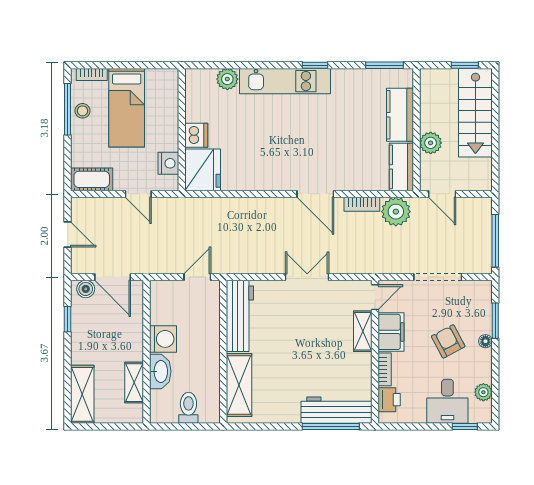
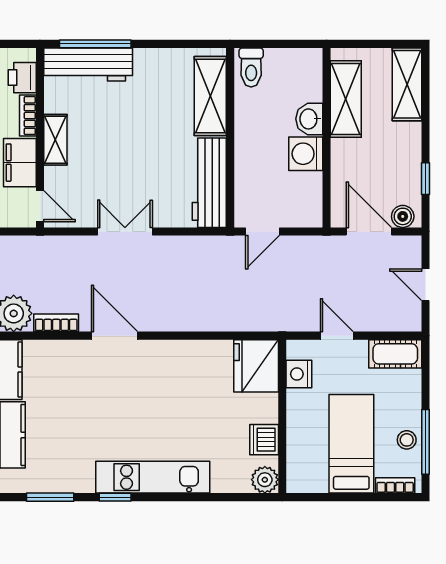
window: (385, 65) -> (50, 497), moved
plant: (227, 79) -> (265, 480), moved
dishwasher: (196, 135) -> (264, 440), moved
double door: (307, 277) -> (125, 231), swing flipped
door: (375, 297) -> (40, 206), swing flipped
shelving: (363, 331) -> (55, 140), moved
washbasin: (160, 371) -> (309, 119), width x0.72
shelving: (134, 383) -> (346, 99), width x1.50, depth x1.33
toilet: (188, 408) -> (251, 67), moved

